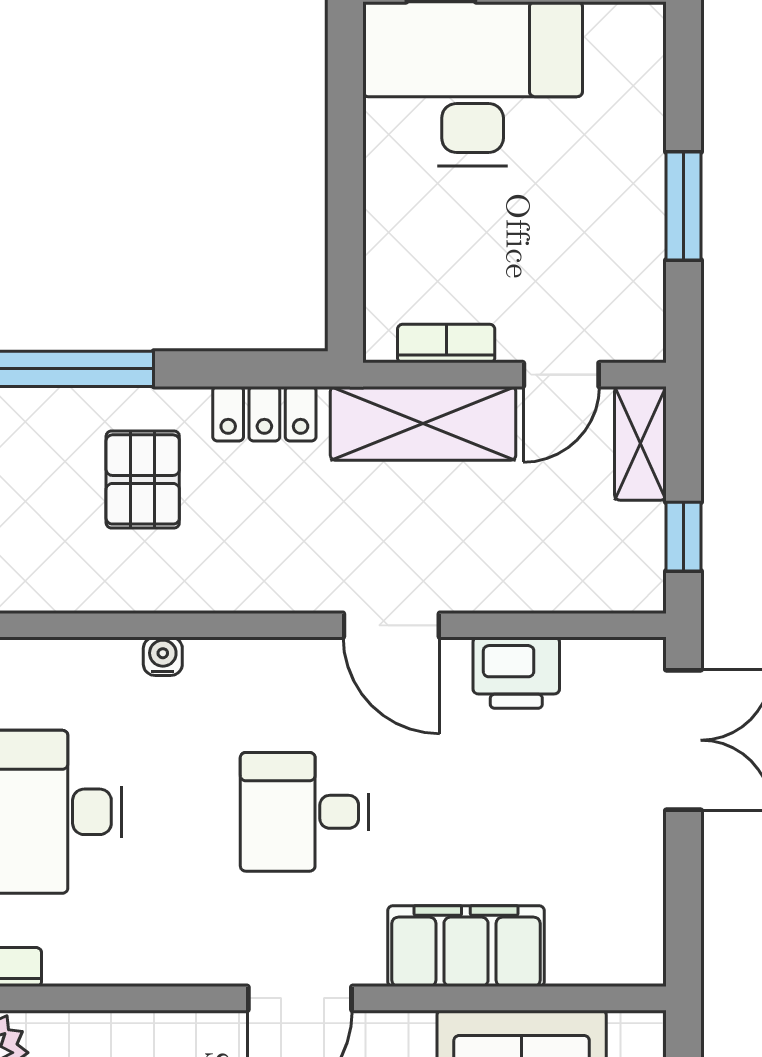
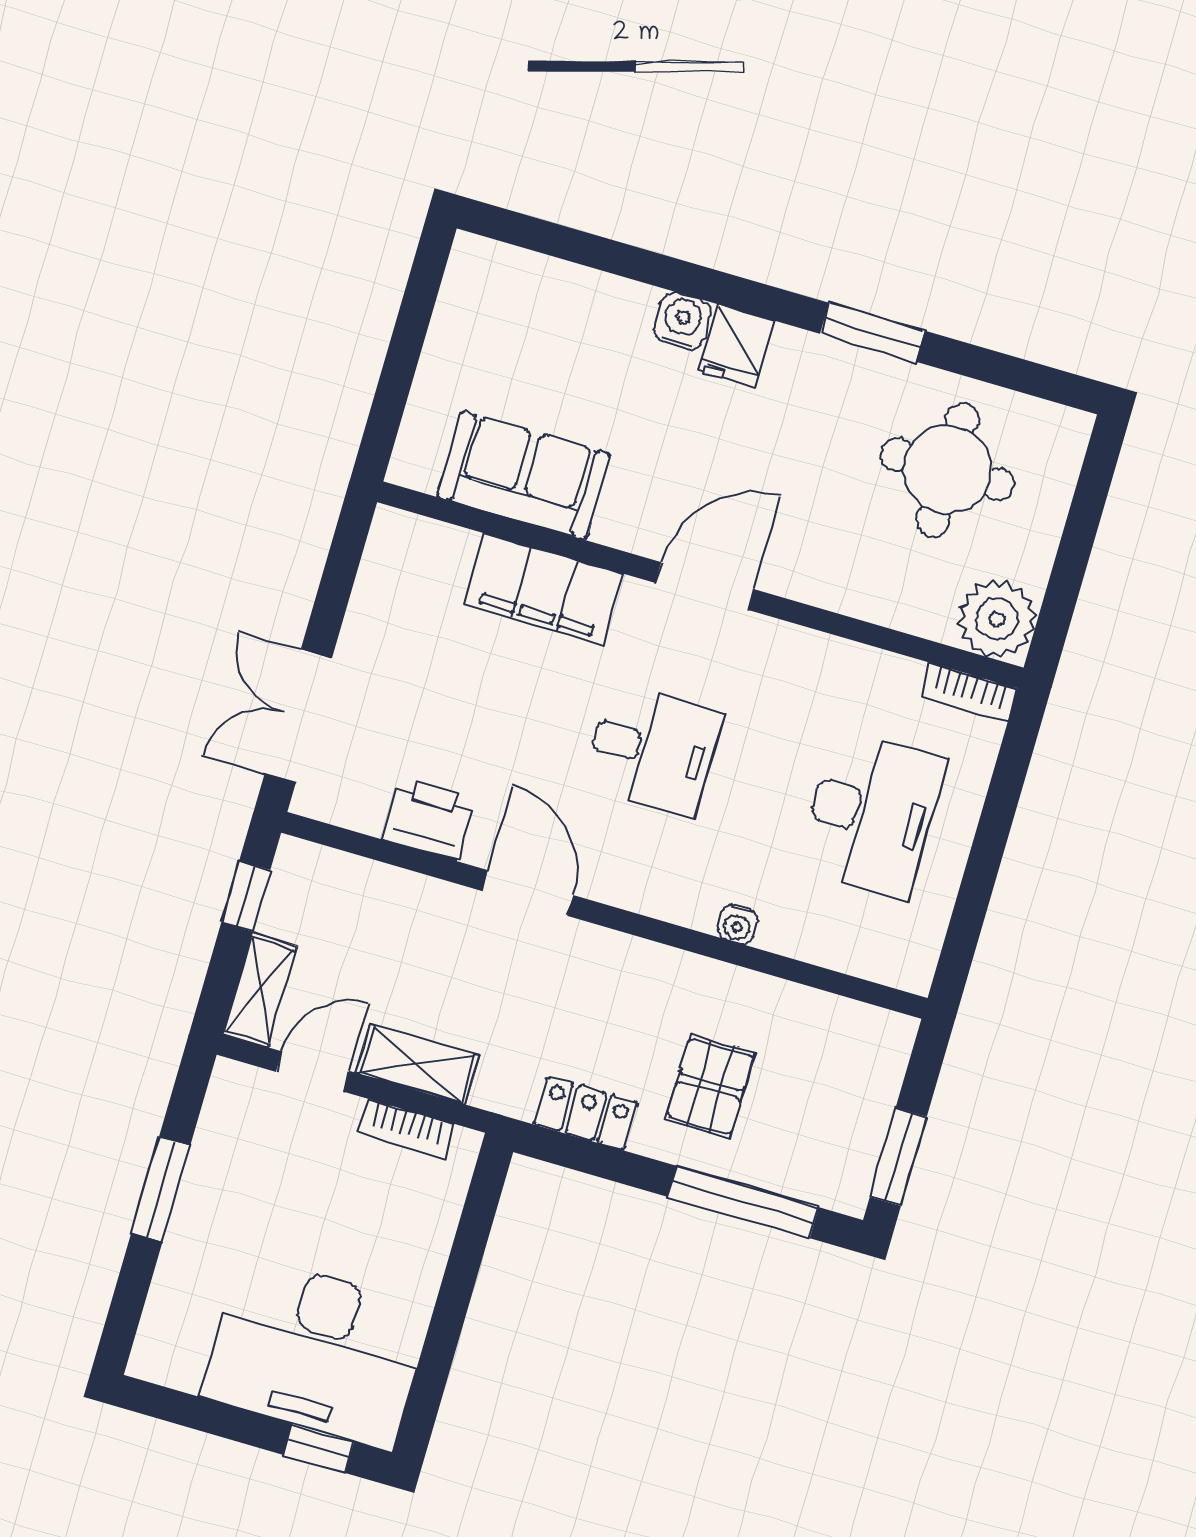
shelving: (423, 423) -> (418, 1064), width x0.67, depth x0.75

